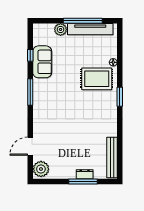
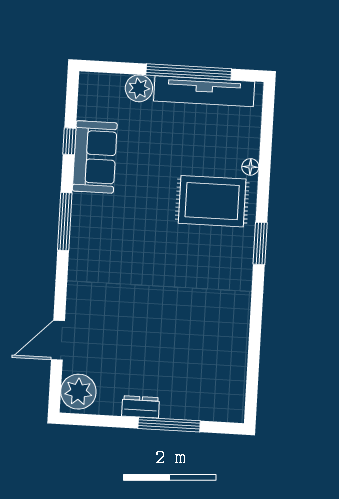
bench: (112, 158) -> (236, 376), removed
dresser: (85, 174) -> (141, 407), moved

